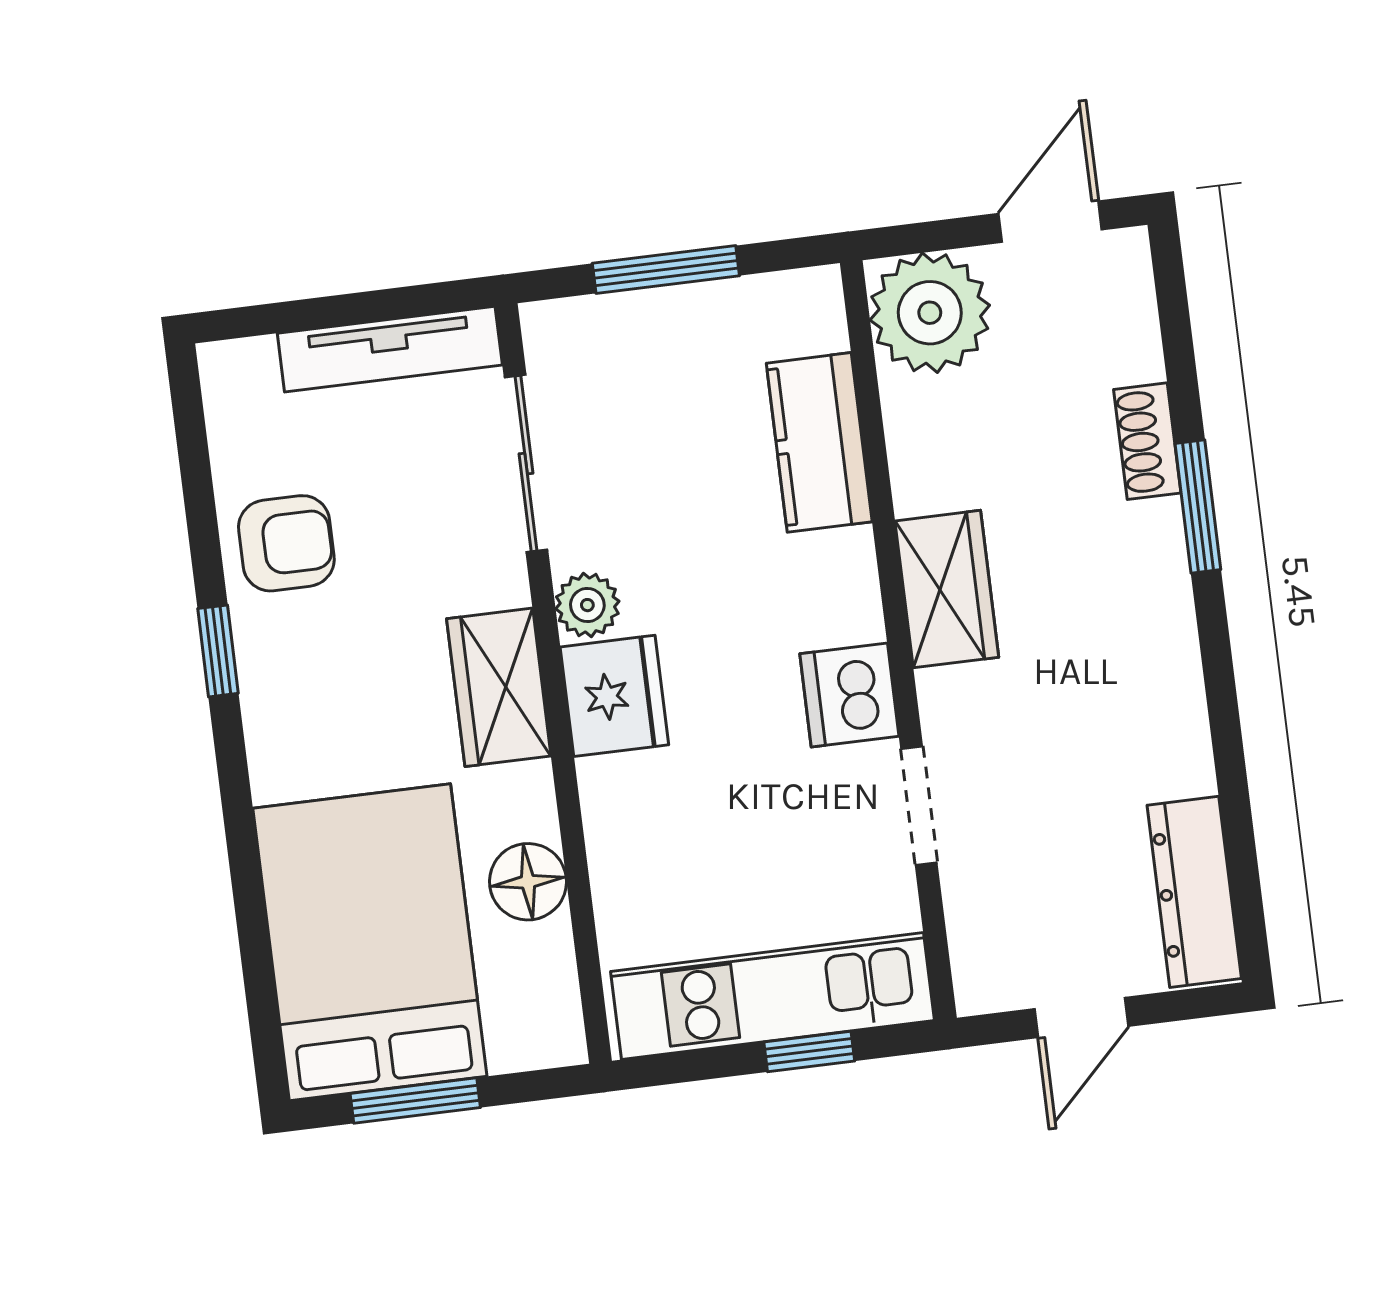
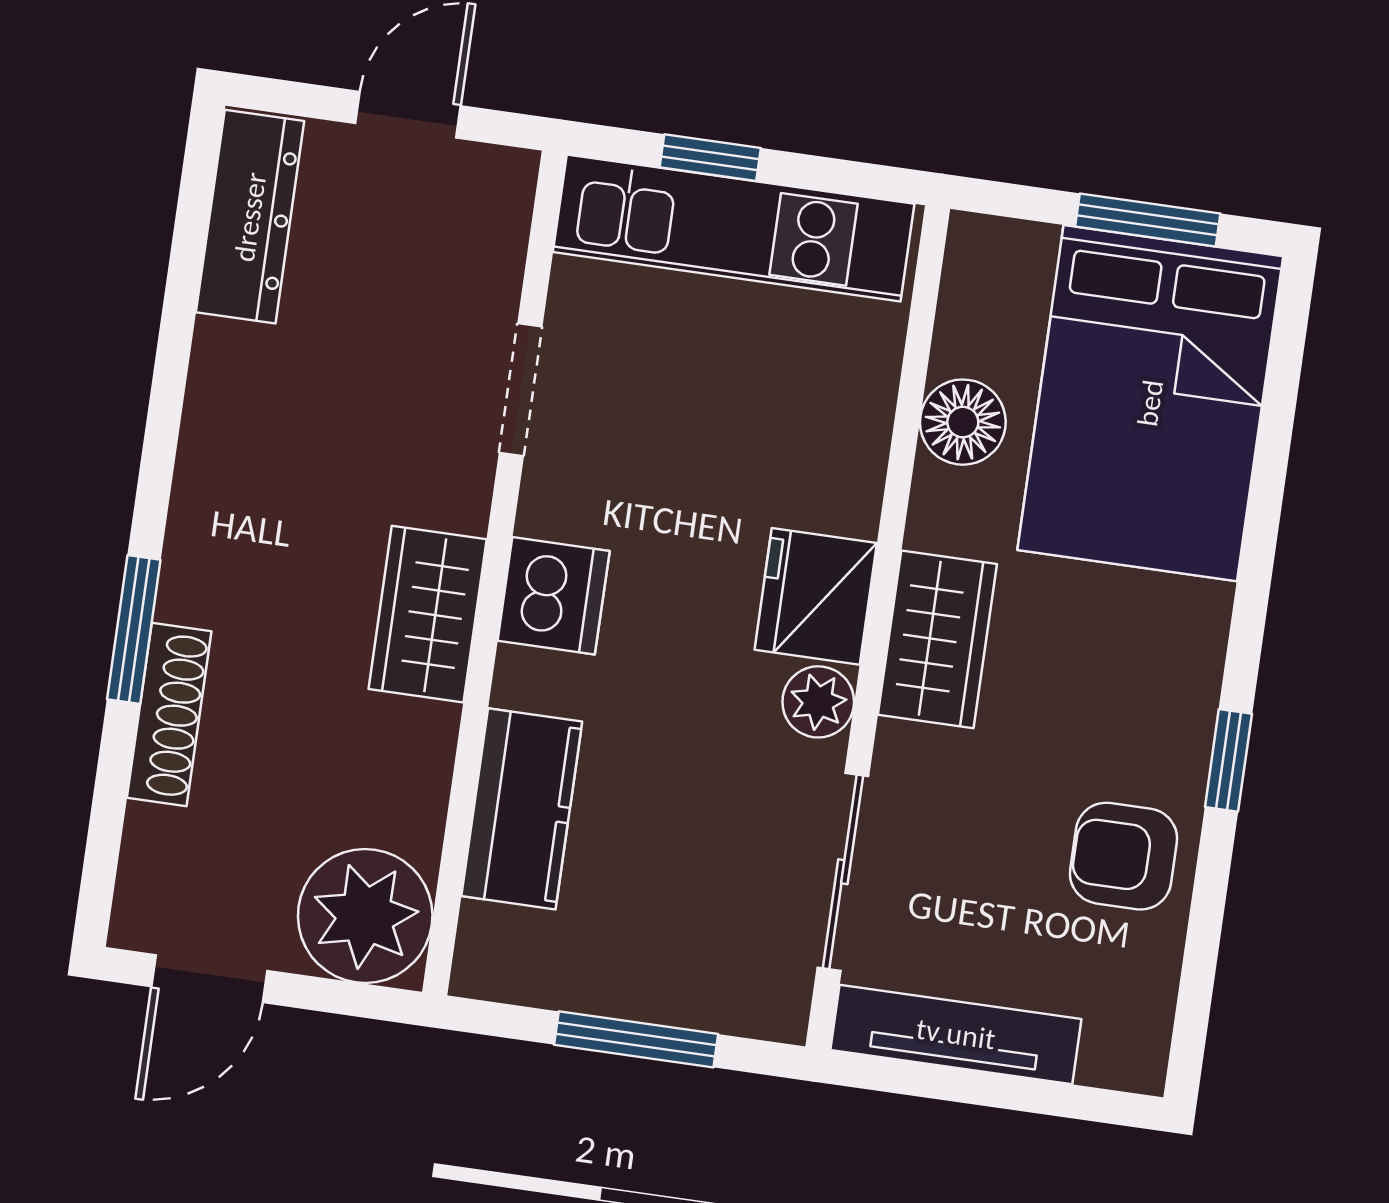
shoe rack: (1147, 441) -> (169, 715), width x1.43
dishwasher: (849, 695) -> (554, 596), moved

